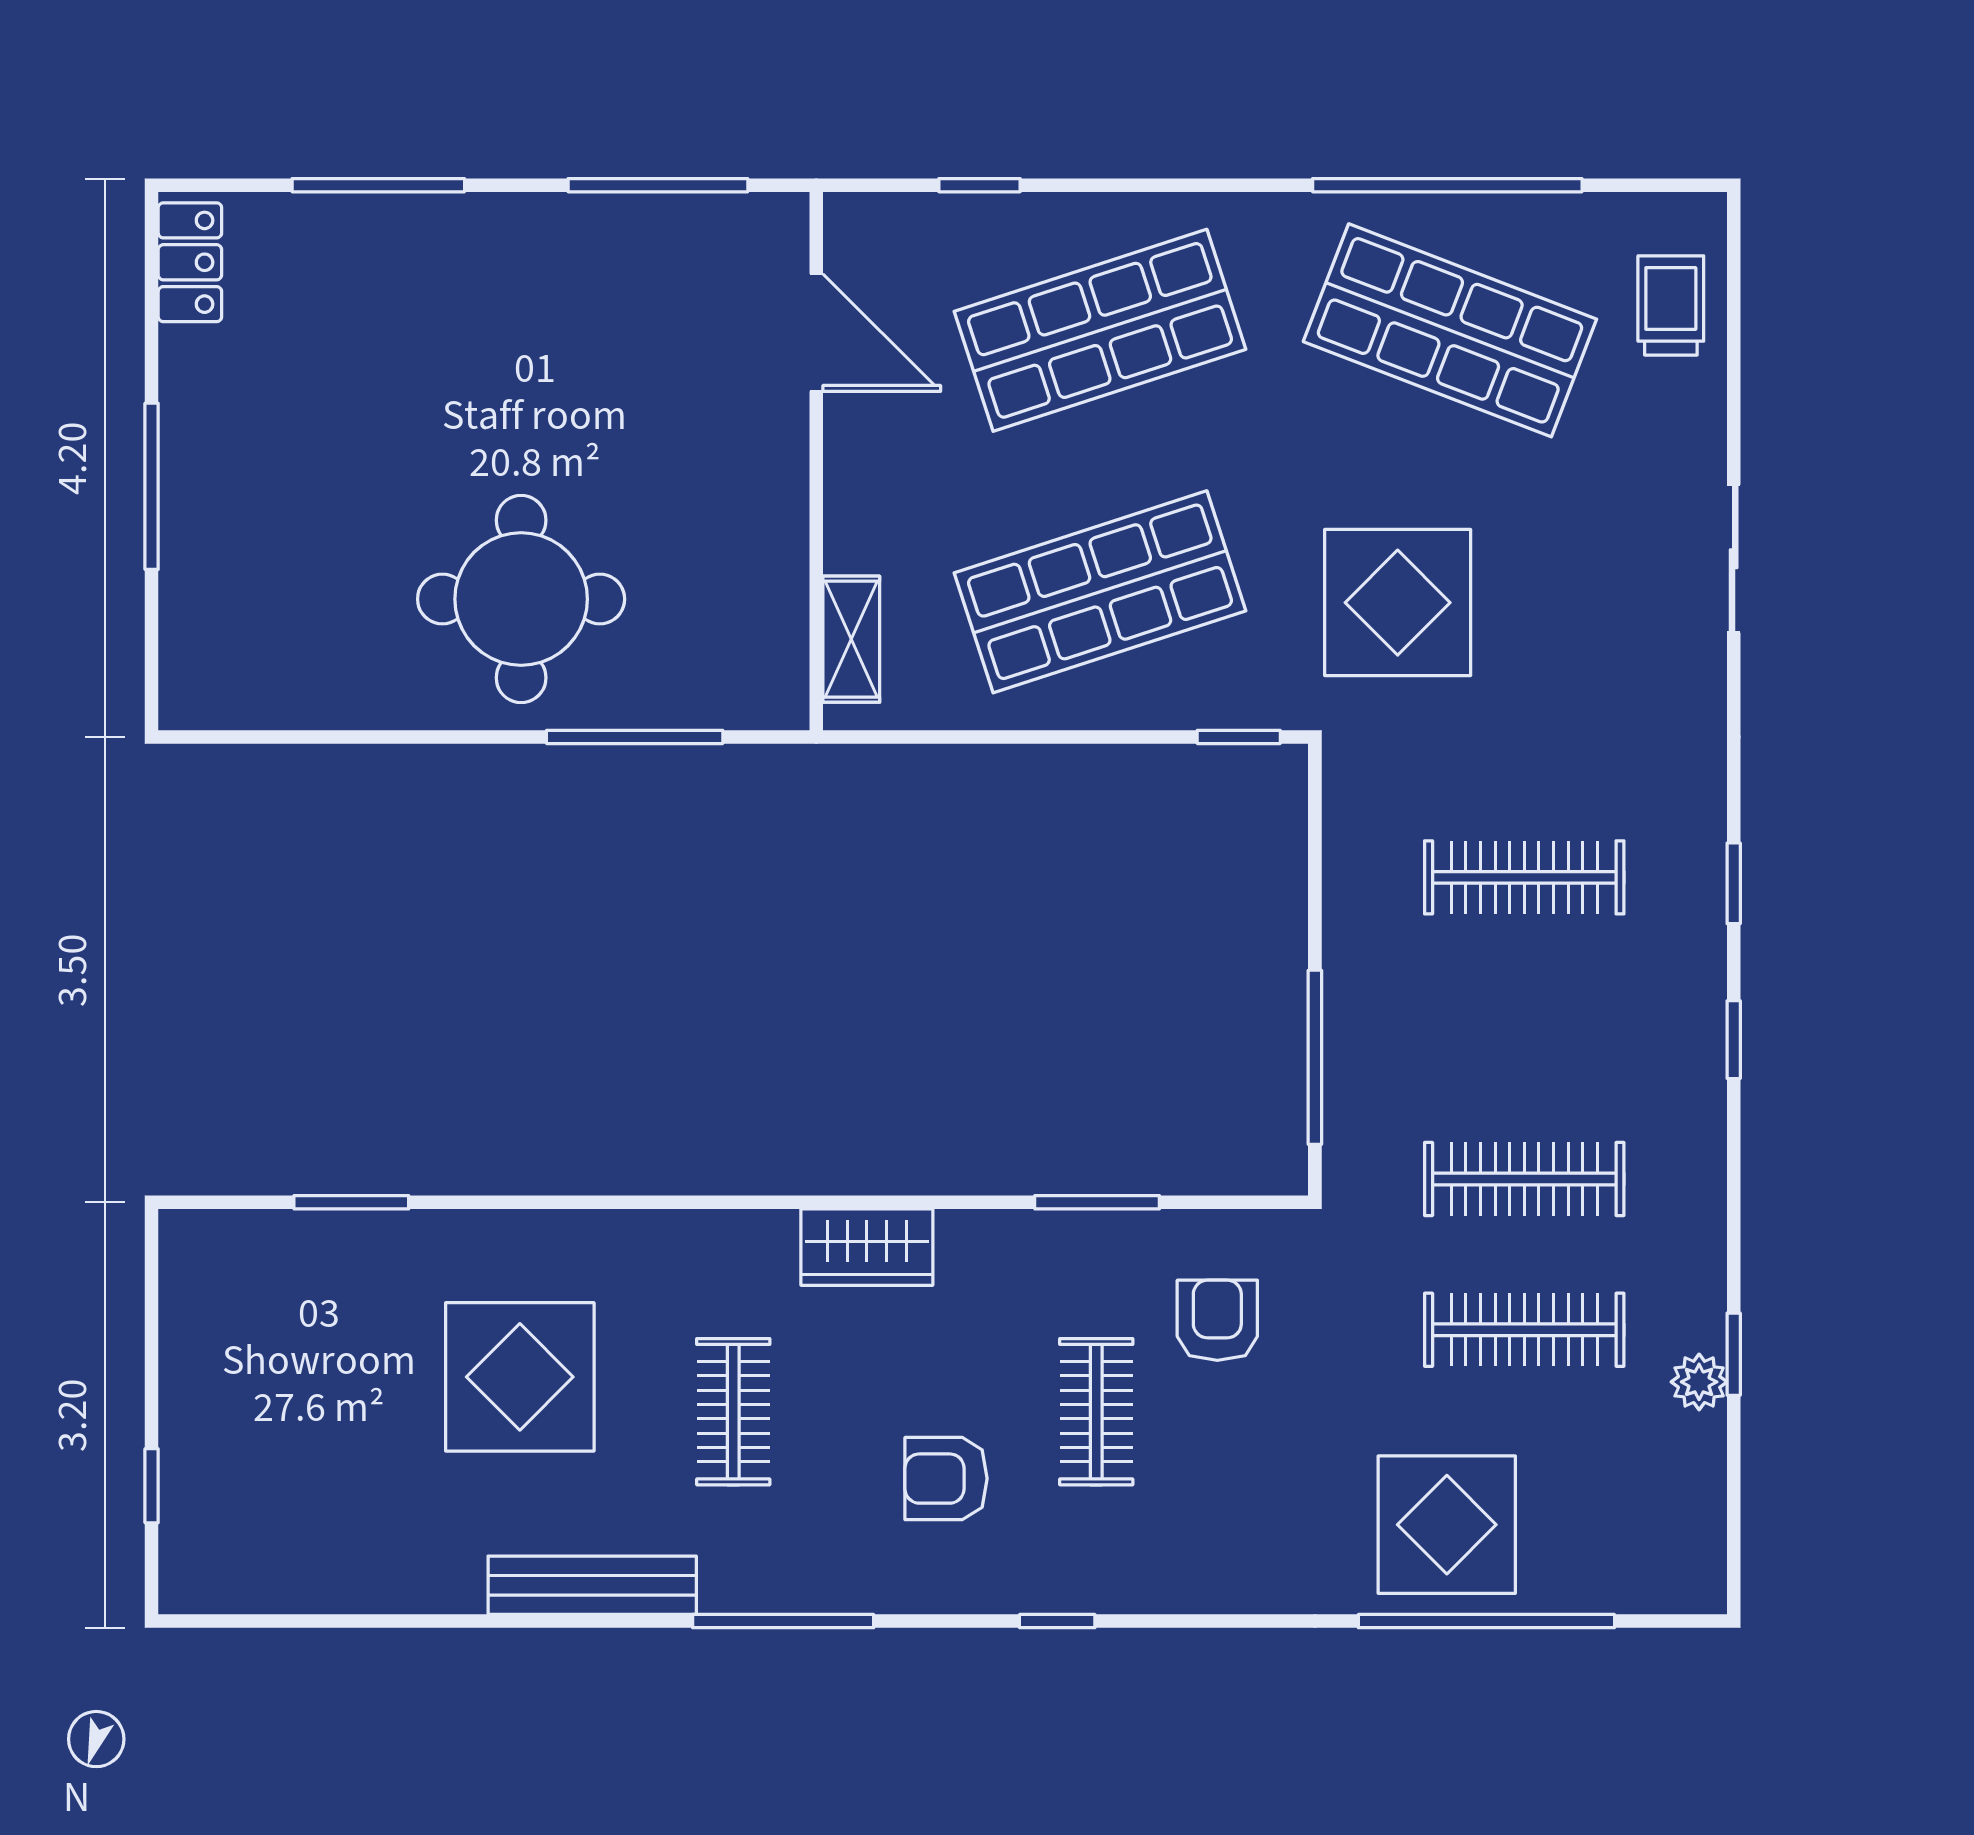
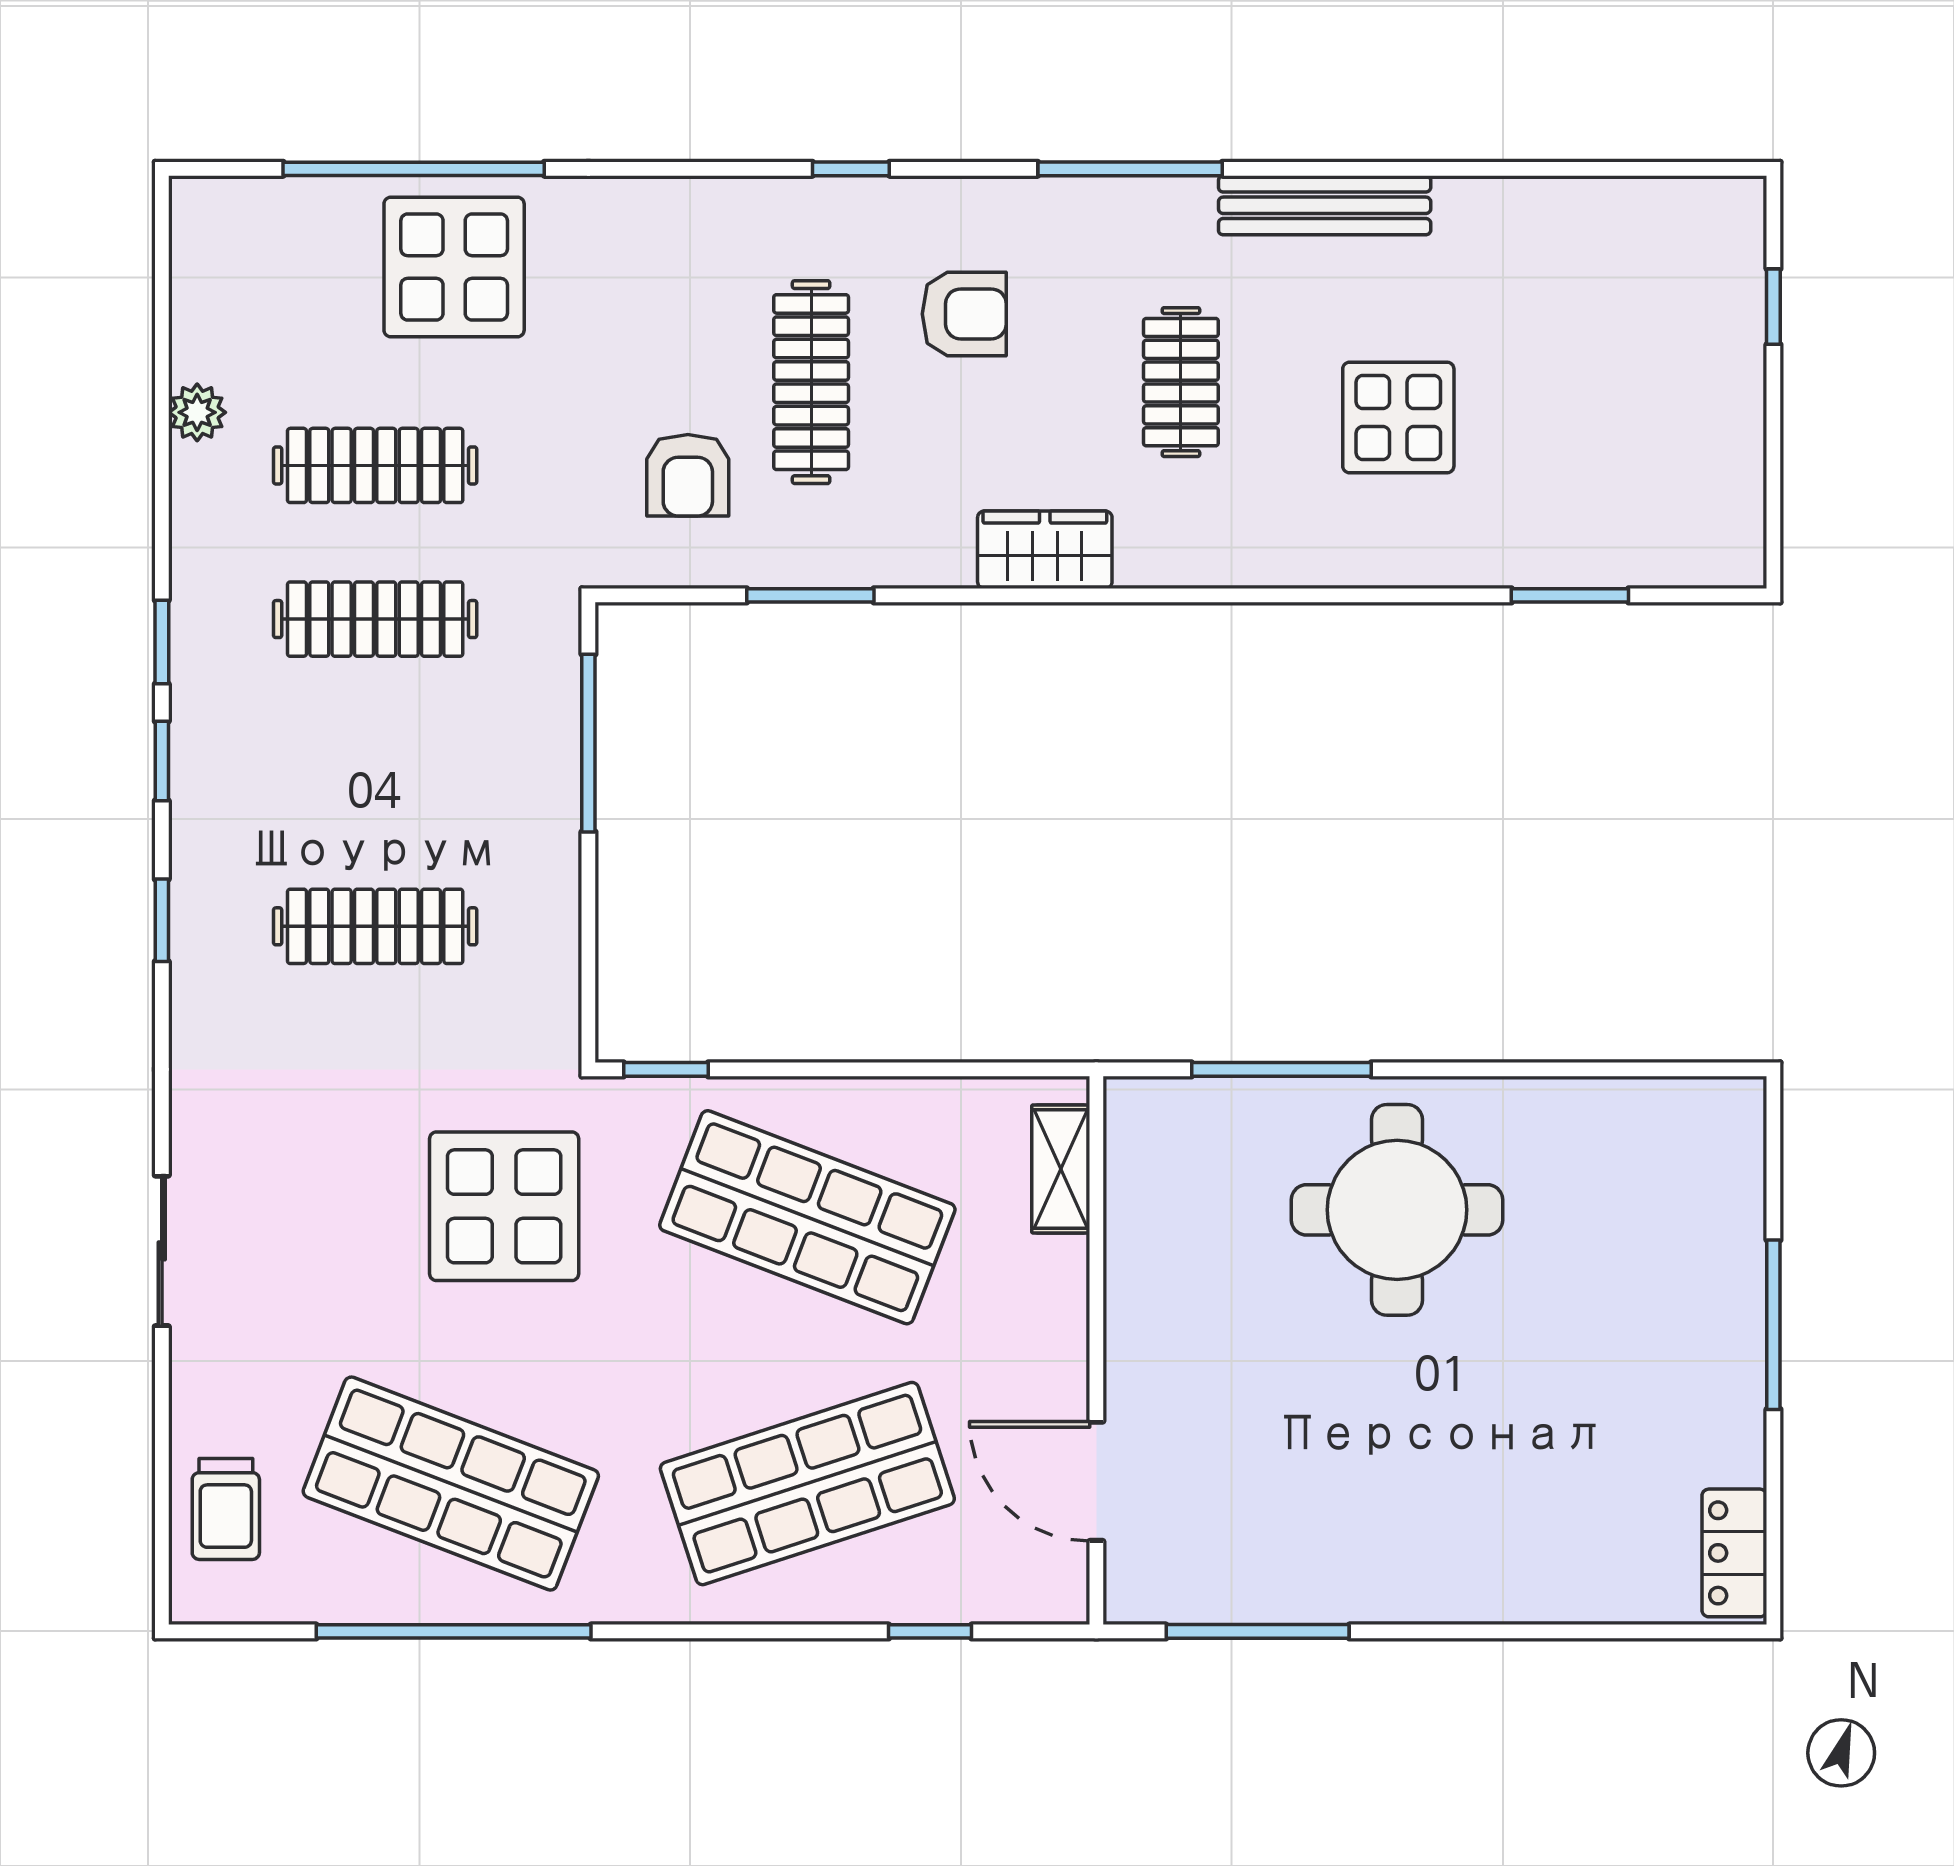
window: (378, 185) -> (1542, 1631), removed
shop shelf: (1100, 592) -> (807, 1217), turned 39
window: (1734, 1354) -> (162, 642), moved
display table: (520, 1377) -> (1398, 418), width x0.73, depth x0.73
clothes rail: (1096, 1412) -> (811, 382), width x1.36

